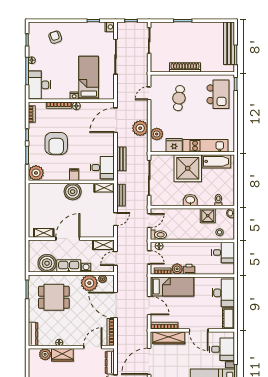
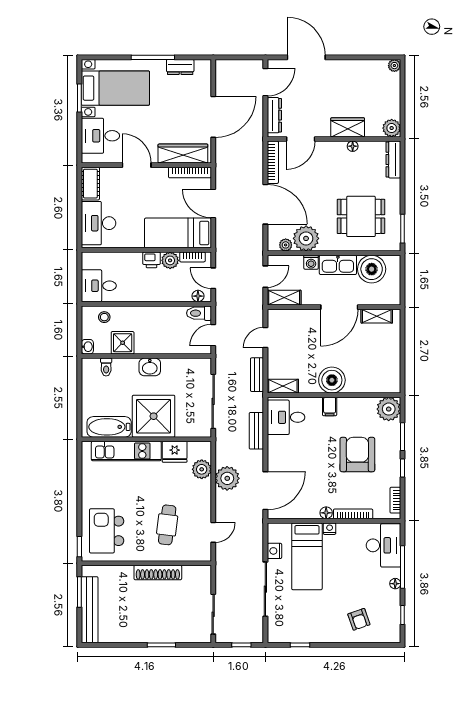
nightstand: (110, 27) -> (274, 551), moved
plant: (45, 354) -> (392, 128), moved

